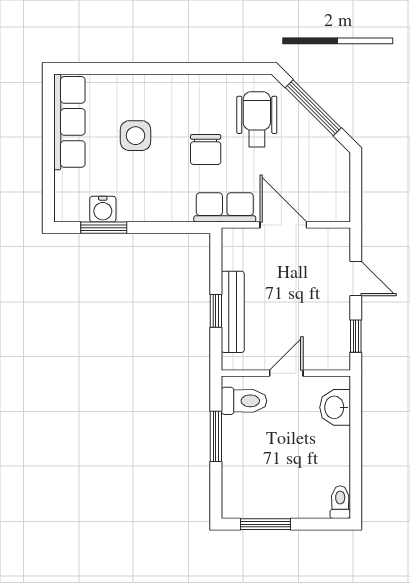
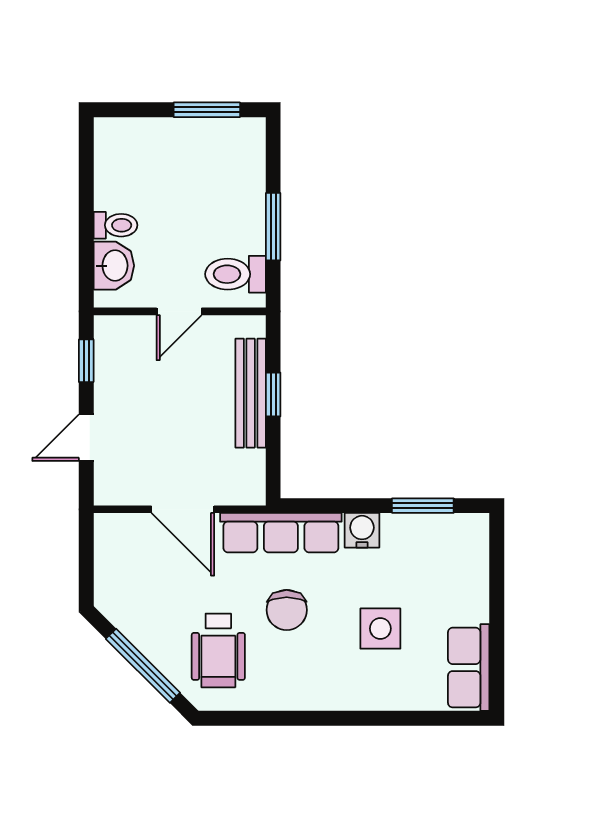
row of seats: (69, 122) -> (469, 668), width x0.68
chair: (206, 150) -> (287, 610), turned 180
row of seats: (225, 207) -> (281, 533), width x1.48
water cooler: (103, 209) -> (362, 530), moved
door: (356, 278) -> (86, 438), hinge flipped
toilet: (340, 502) -> (115, 225), moved, turned -90

